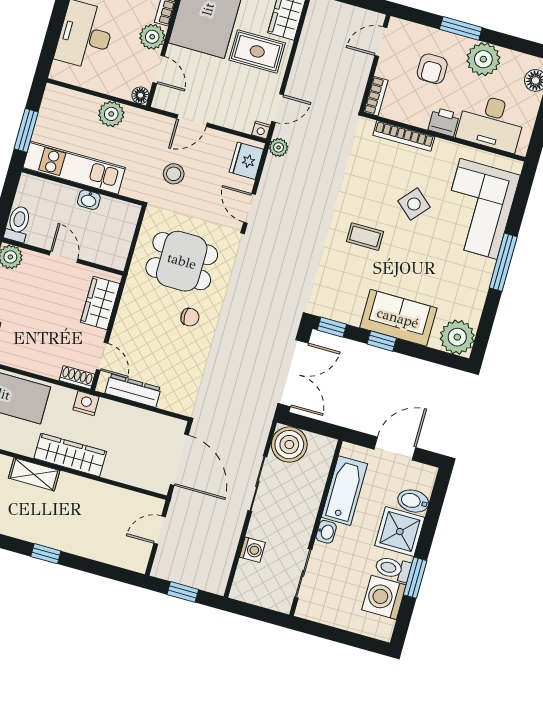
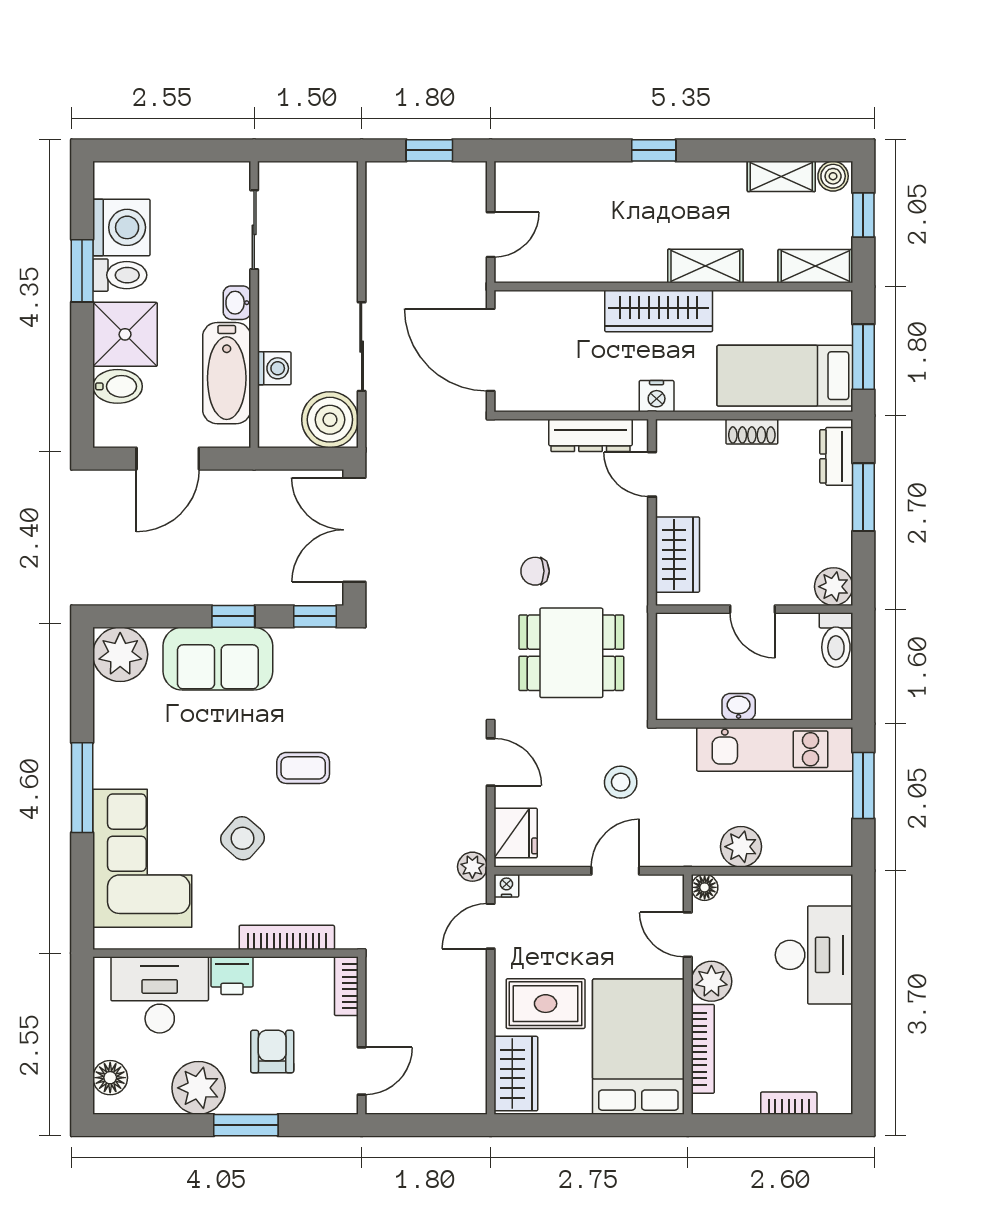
shoe rack: (77, 377) -> (752, 432), moved
washing machine: (252, 550) -> (274, 368), moved, turned 180

